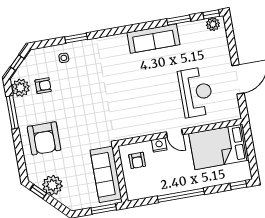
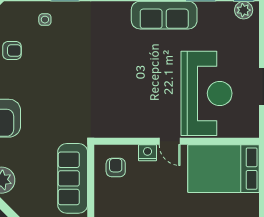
reception desk: (196, 92) -> (206, 93), width x1.36, depth x1.30
armchair: (137, 160) -> (116, 168), turned 180

